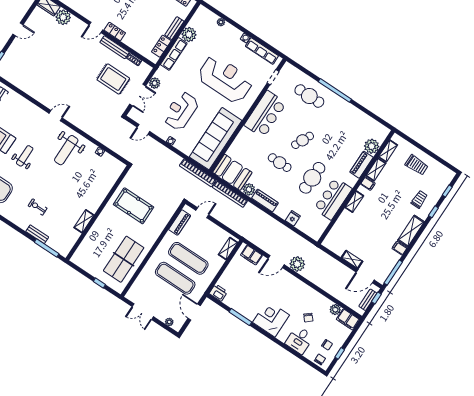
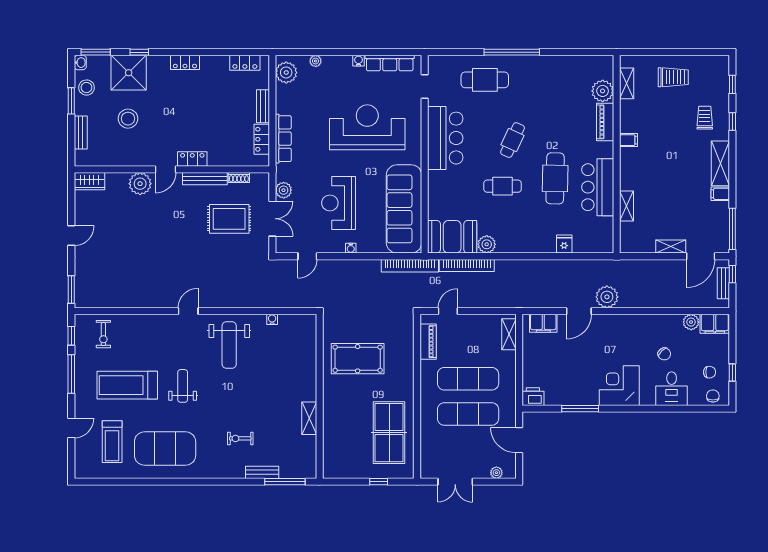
plant: (63, 17) -> (140, 184), moved
plant: (189, 34) -> (286, 72), moved
shelving: (376, 170) -> (627, 116), removed
piano: (265, 200) -> (515, 245), removed
shelving: (354, 202) -> (626, 206), moved

